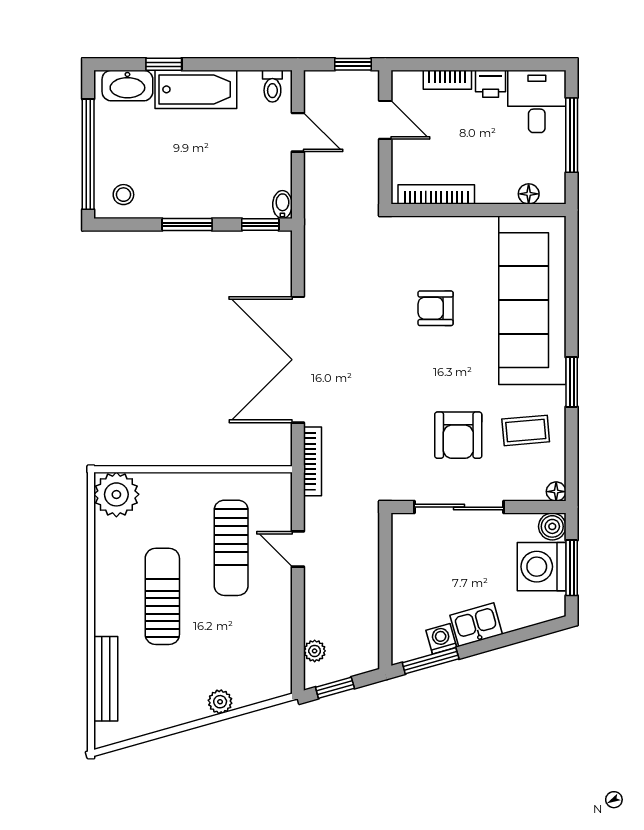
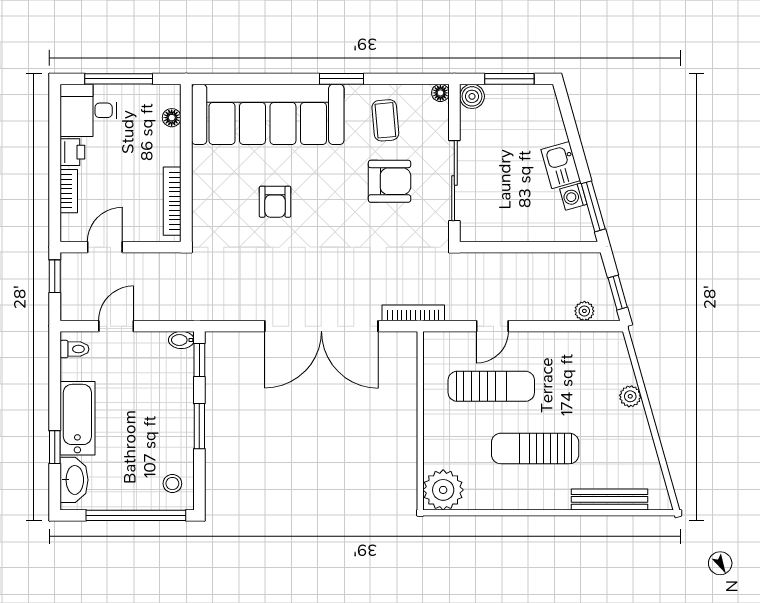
washing machine: (542, 567) -> (508, 106), removed

